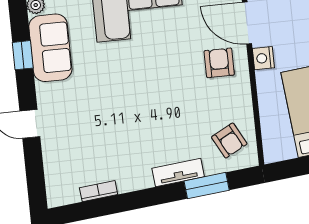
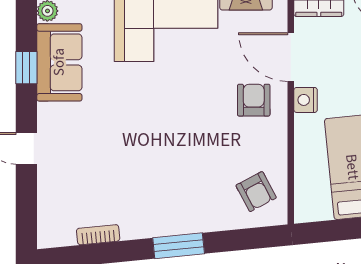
tv unit: (178, 173) -> (193, 223), removed
window: (207, 186) -> (179, 246), moved

